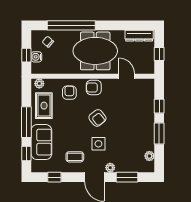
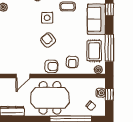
door: (127, 76) -> (23, 76), hinge flipped
window: (26, 122) -> (109, 48), moved

